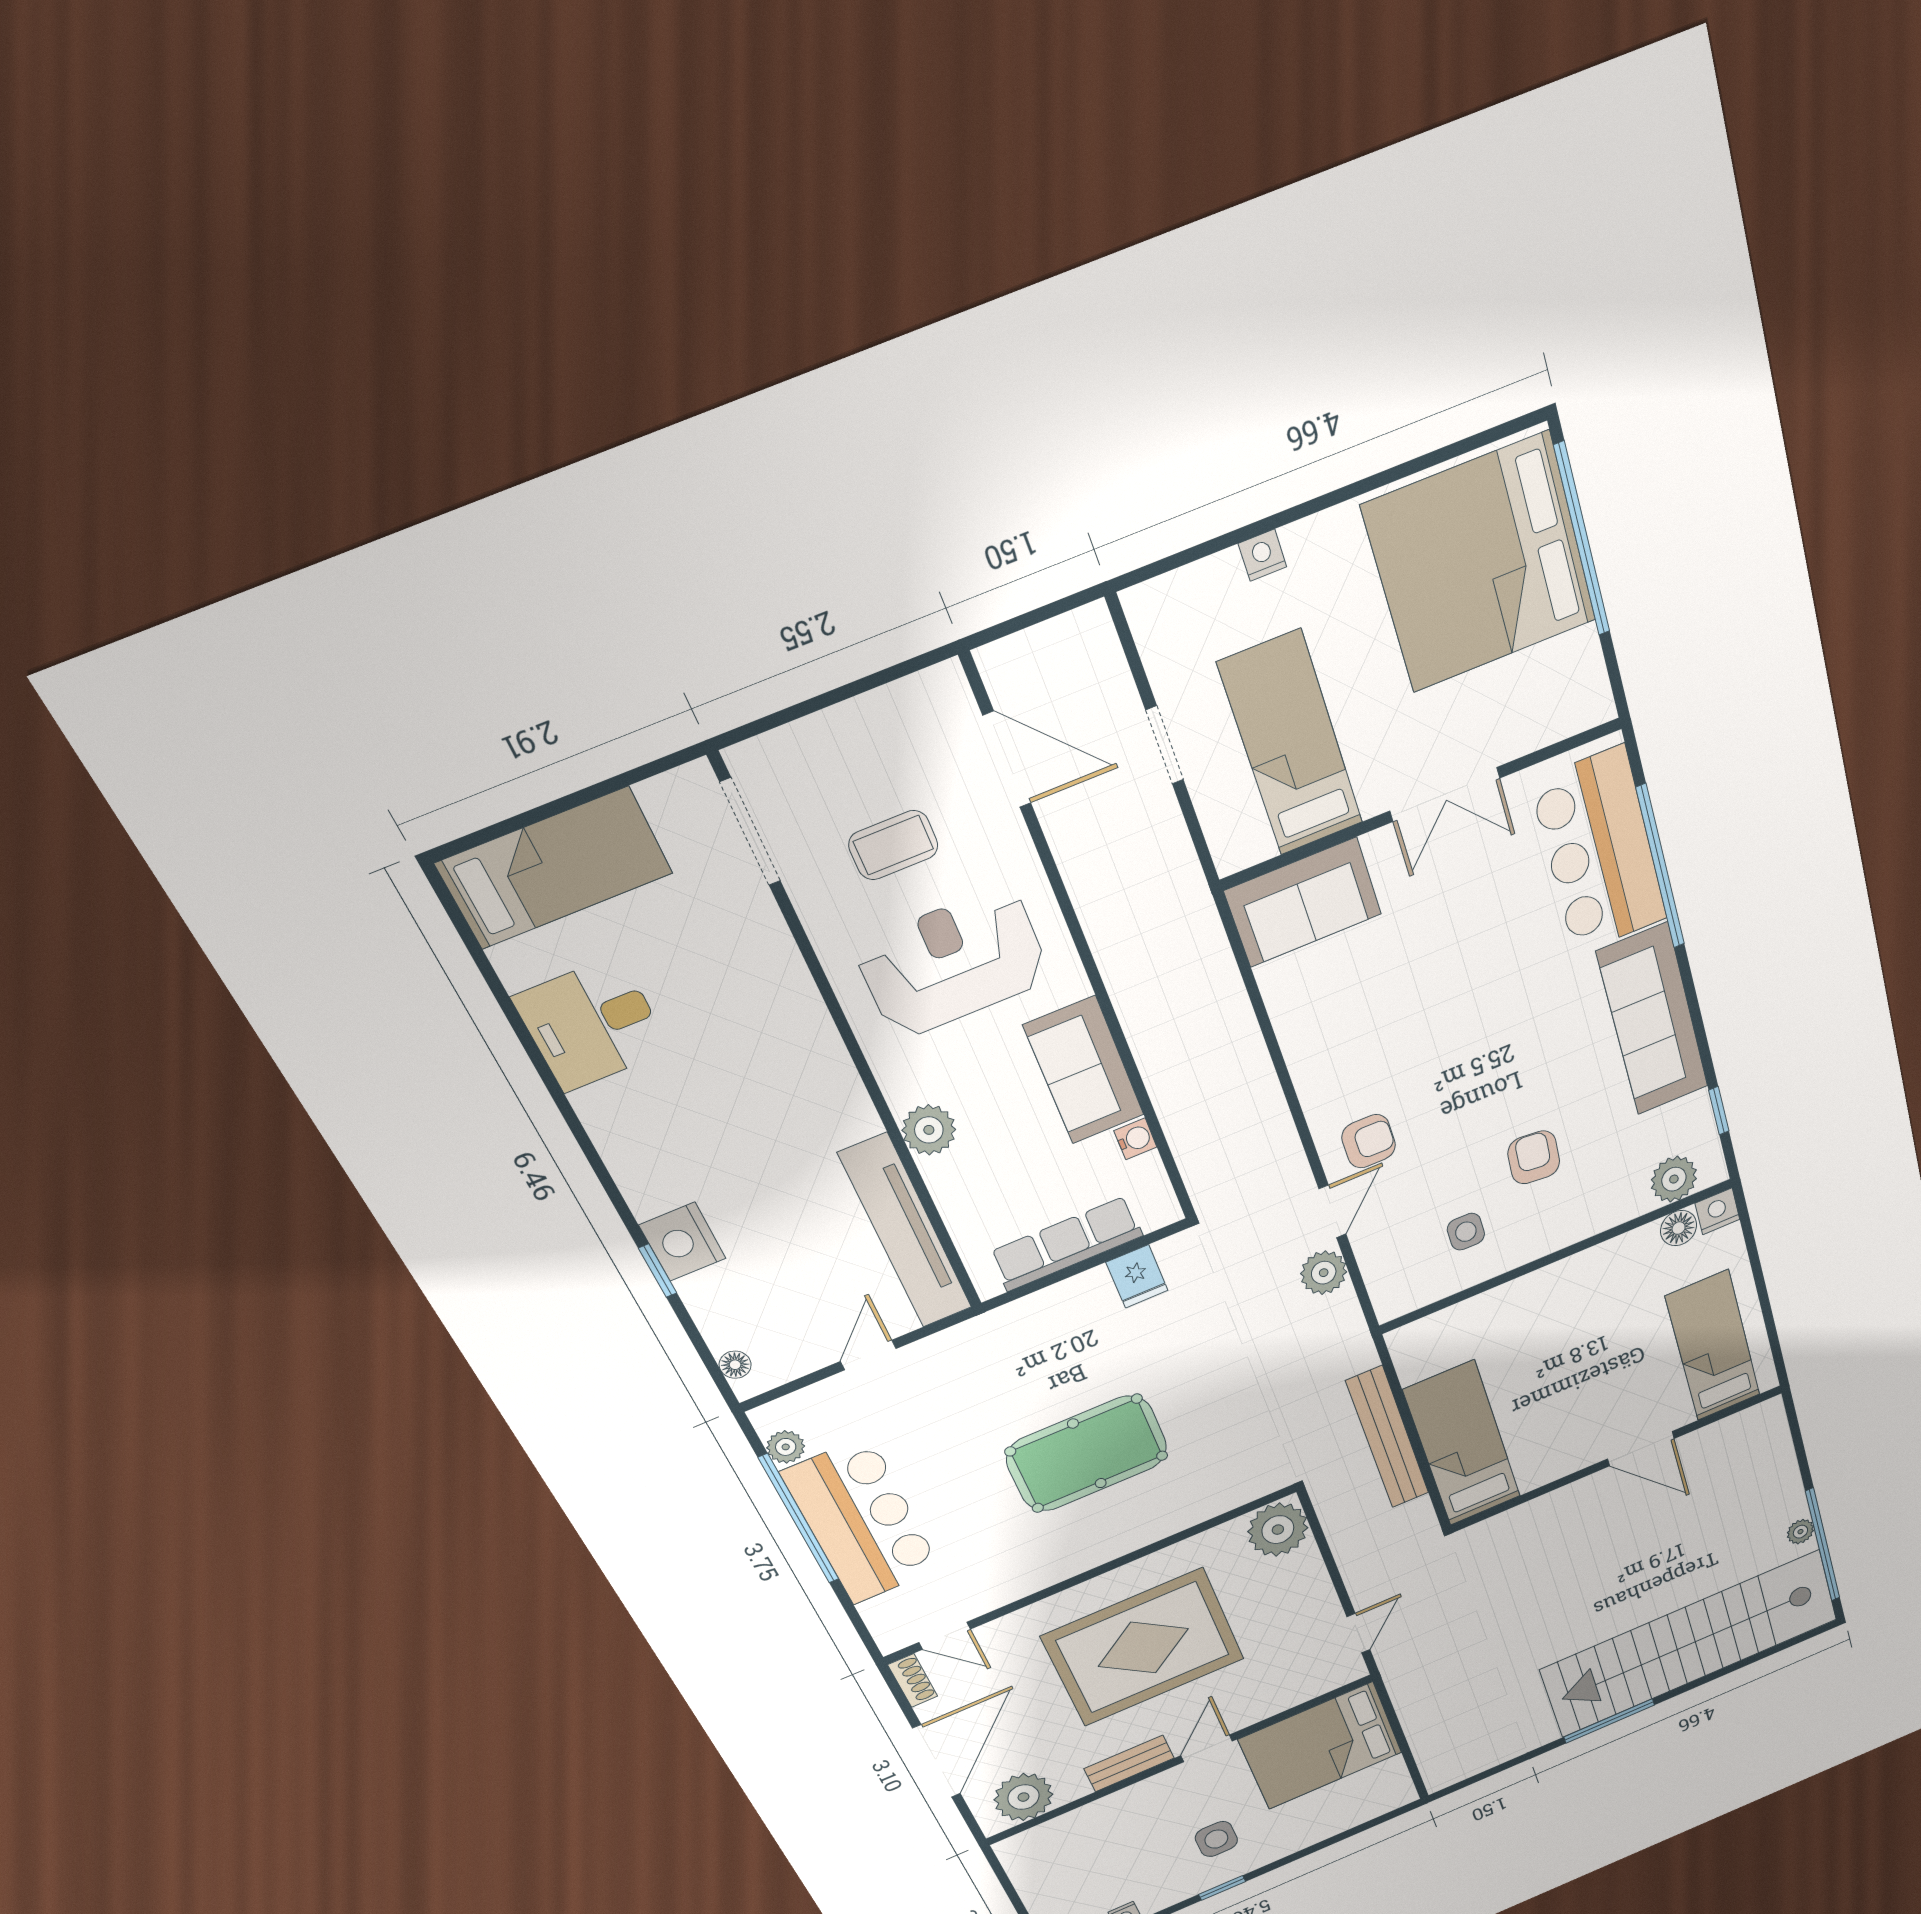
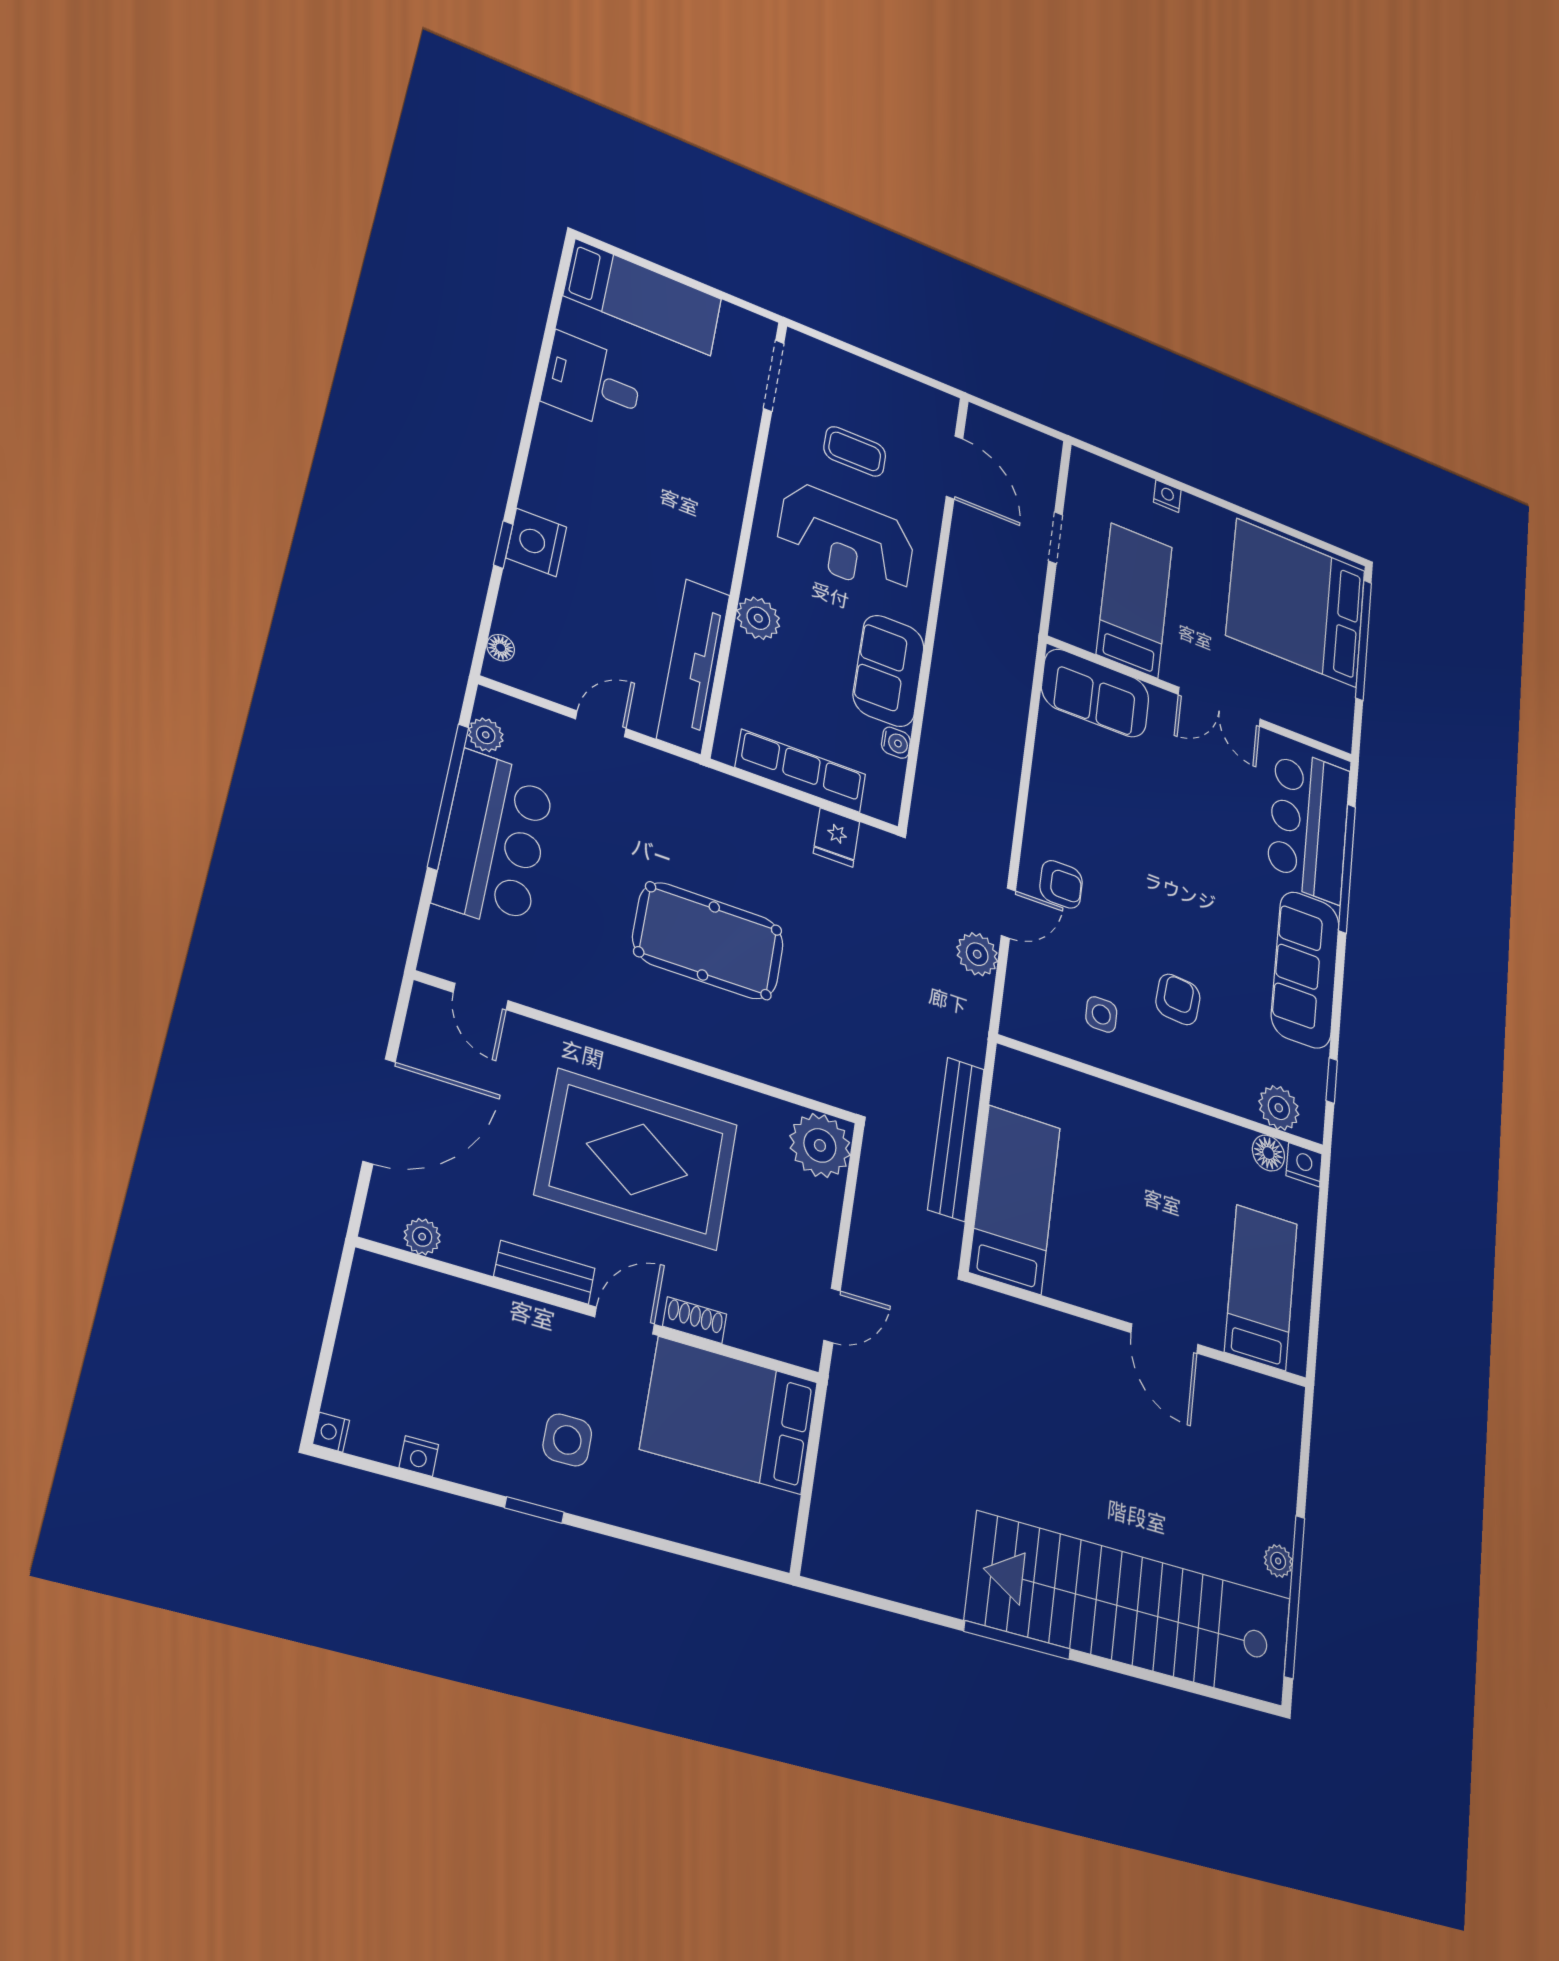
reception desk: (953, 963) -> (846, 540), turned 180
shoe rack: (913, 1681) -> (695, 1320), moved, turned -90
plant: (1023, 1797) -> (422, 1237), width x0.53, depth x0.53

